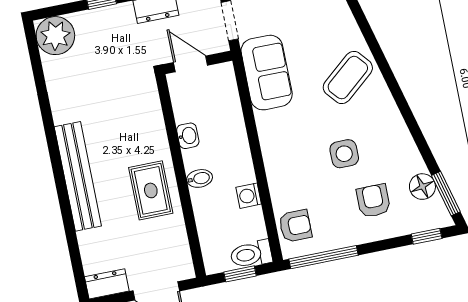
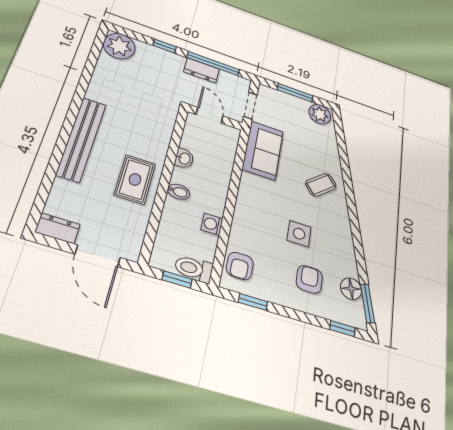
coffee table: (348, 78) -> (321, 185), width x0.73, depth x0.77
armchair: (295, 226) -> (240, 266), turned 90
window: (324, 257) -> (253, 302), width x0.46

